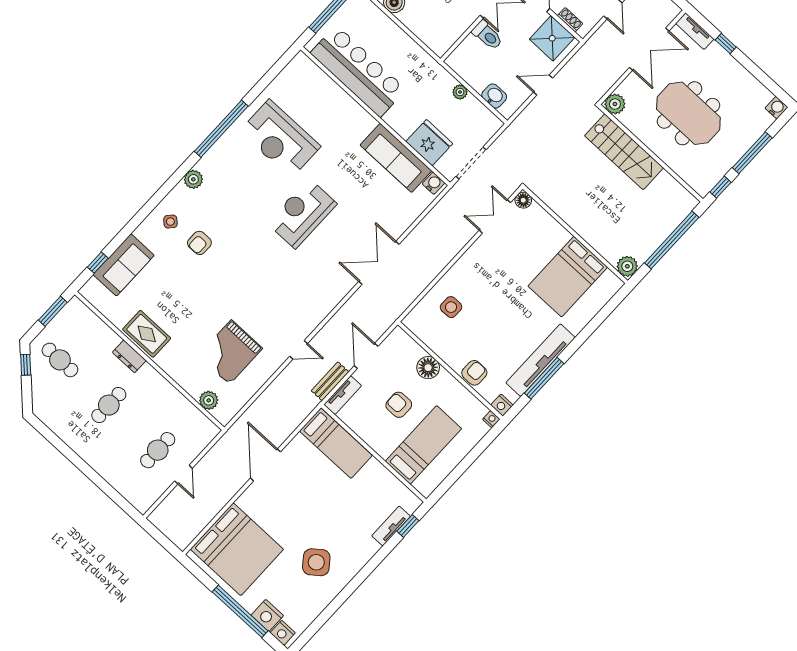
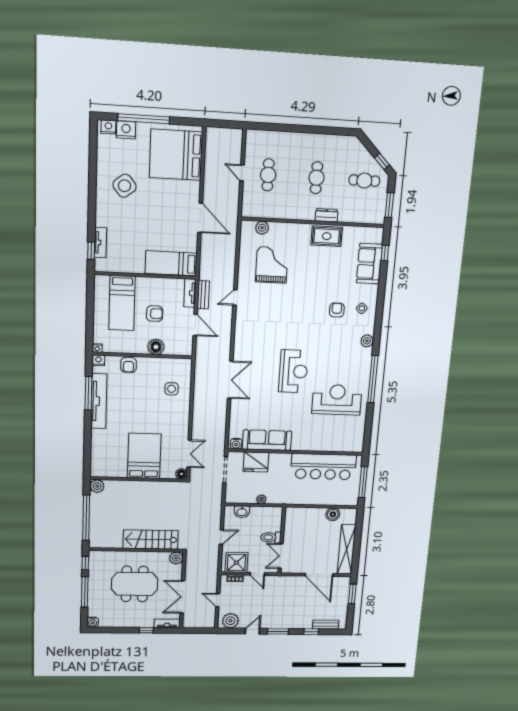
bed: (568, 277) -> (144, 456), moved

